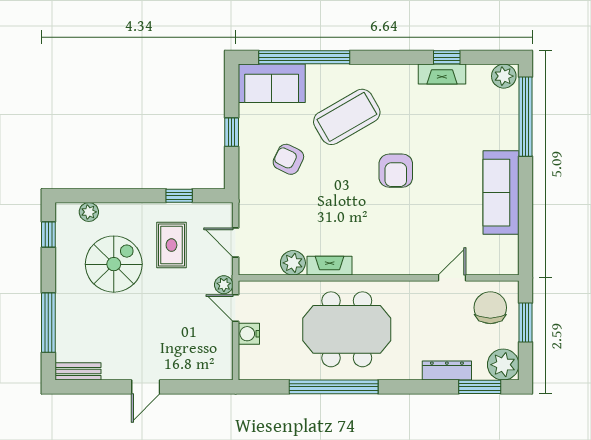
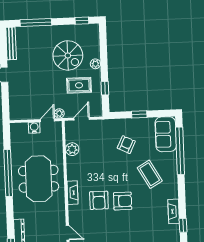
fireplace: (442, 74) -> (174, 211), moved
coffee table: (347, 117) -> (150, 174), width x0.73, depth x0.76
armchair: (396, 171) -> (123, 201), turned 180
plant: (89, 212) -> (95, 64), moved
armchair: (393, 216) -> (99, 200), added
fireplace: (330, 266) -> (72, 193), moved
bench: (78, 371) -> (11, 43), width x1.36

